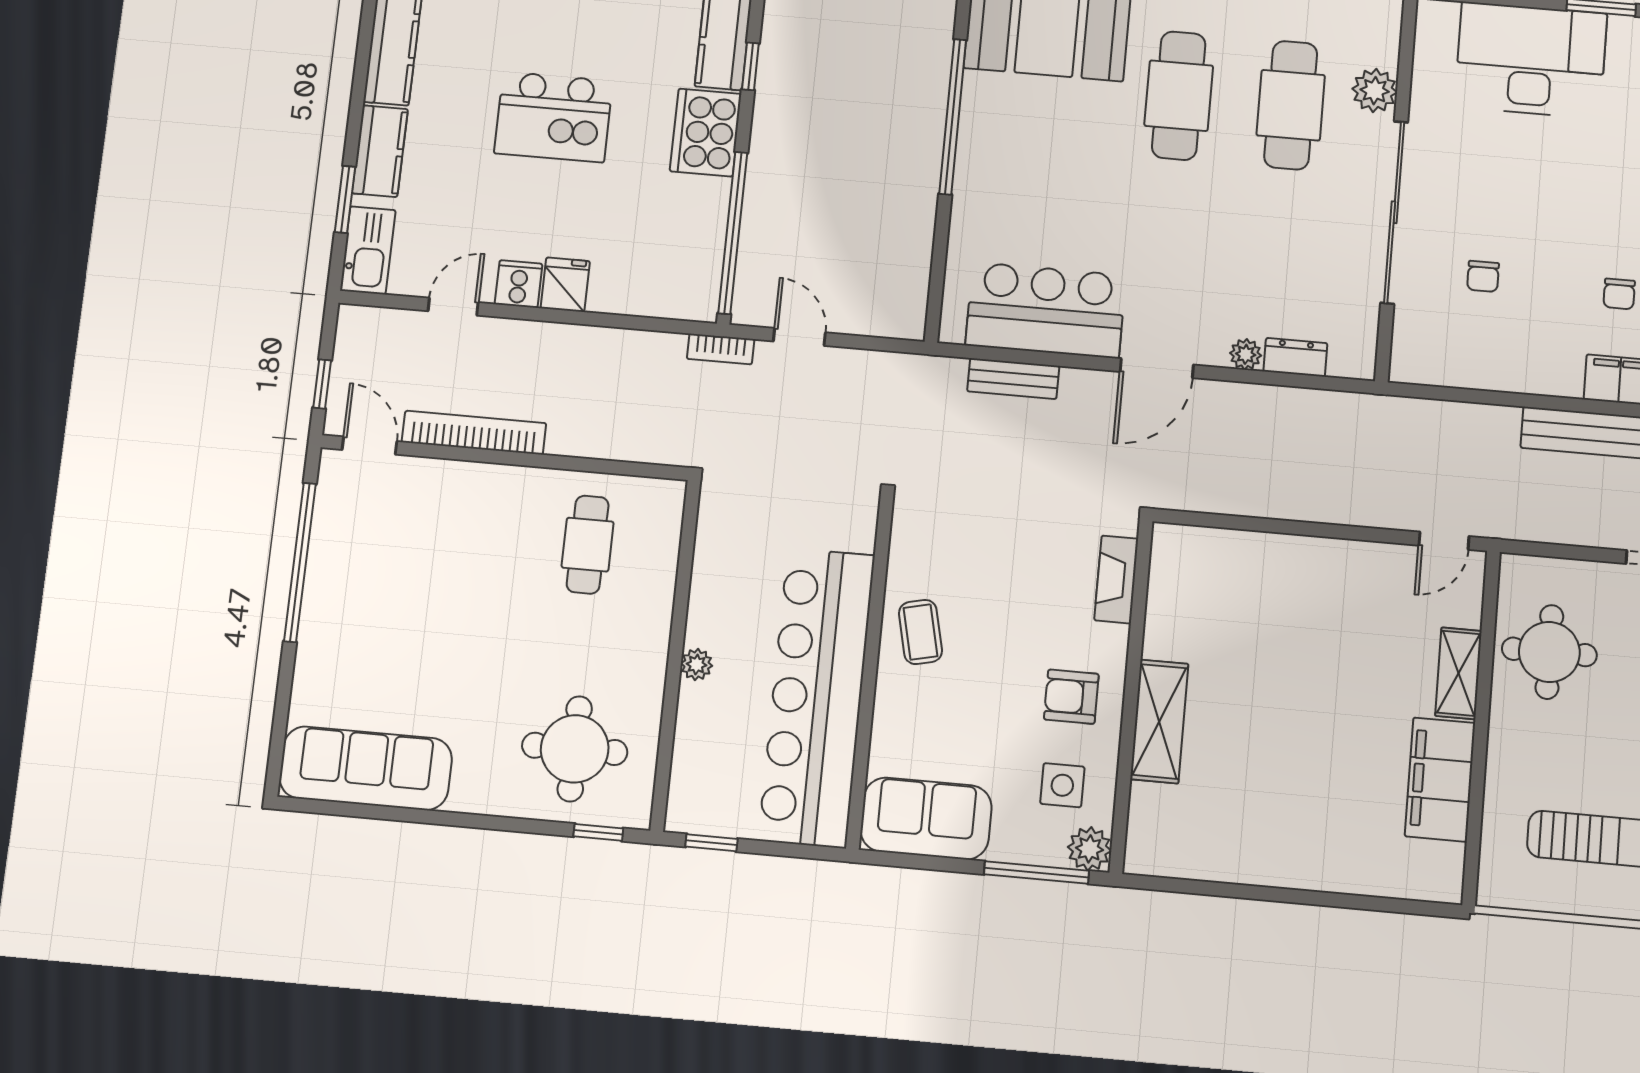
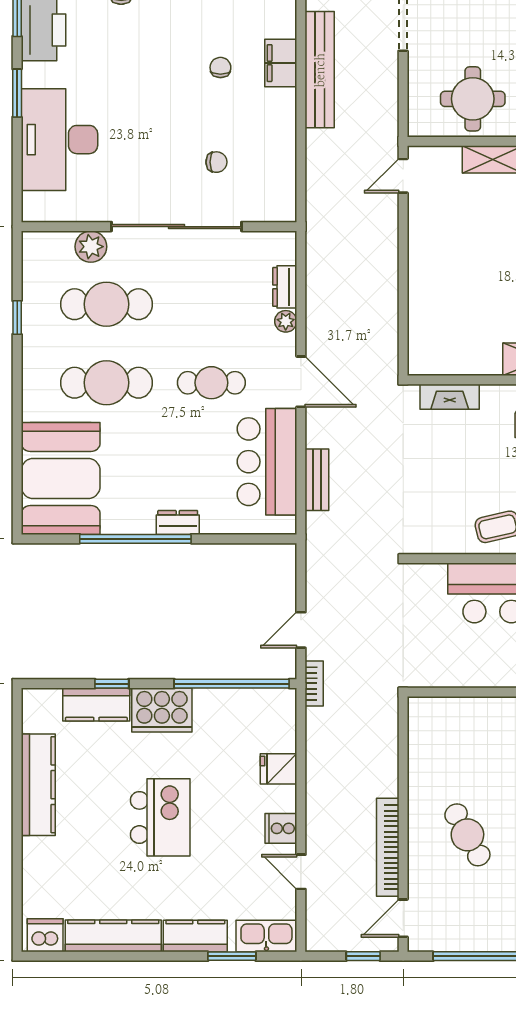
dresser: (970, 177) -> (178, 523), added
cafe table: (1166, 242) -> (211, 383), added
fridge: (565, 285) -> (278, 769), moved
chair: (1619, 294) -> (220, 67), turned -90
door: (1444, 541) -> (403, 176), swing flipped
cafe table: (588, 545) -> (467, 835), moved, turned 61

